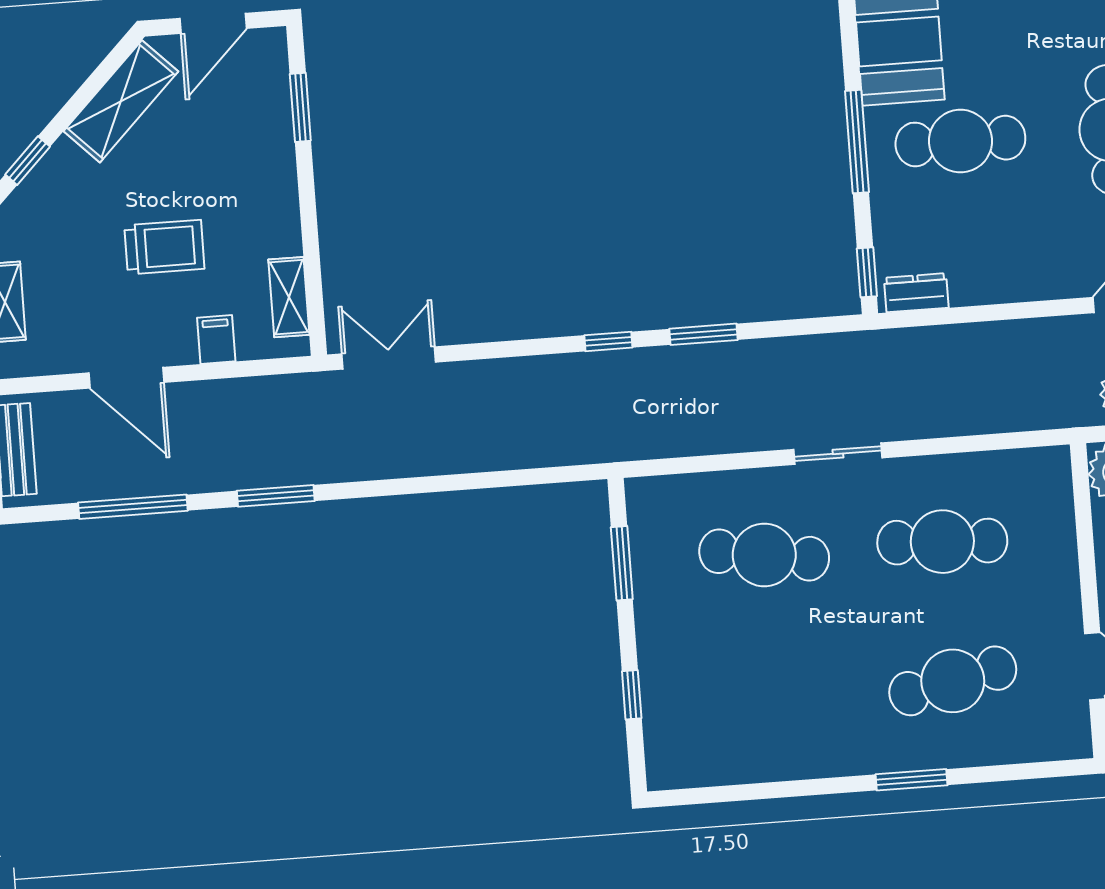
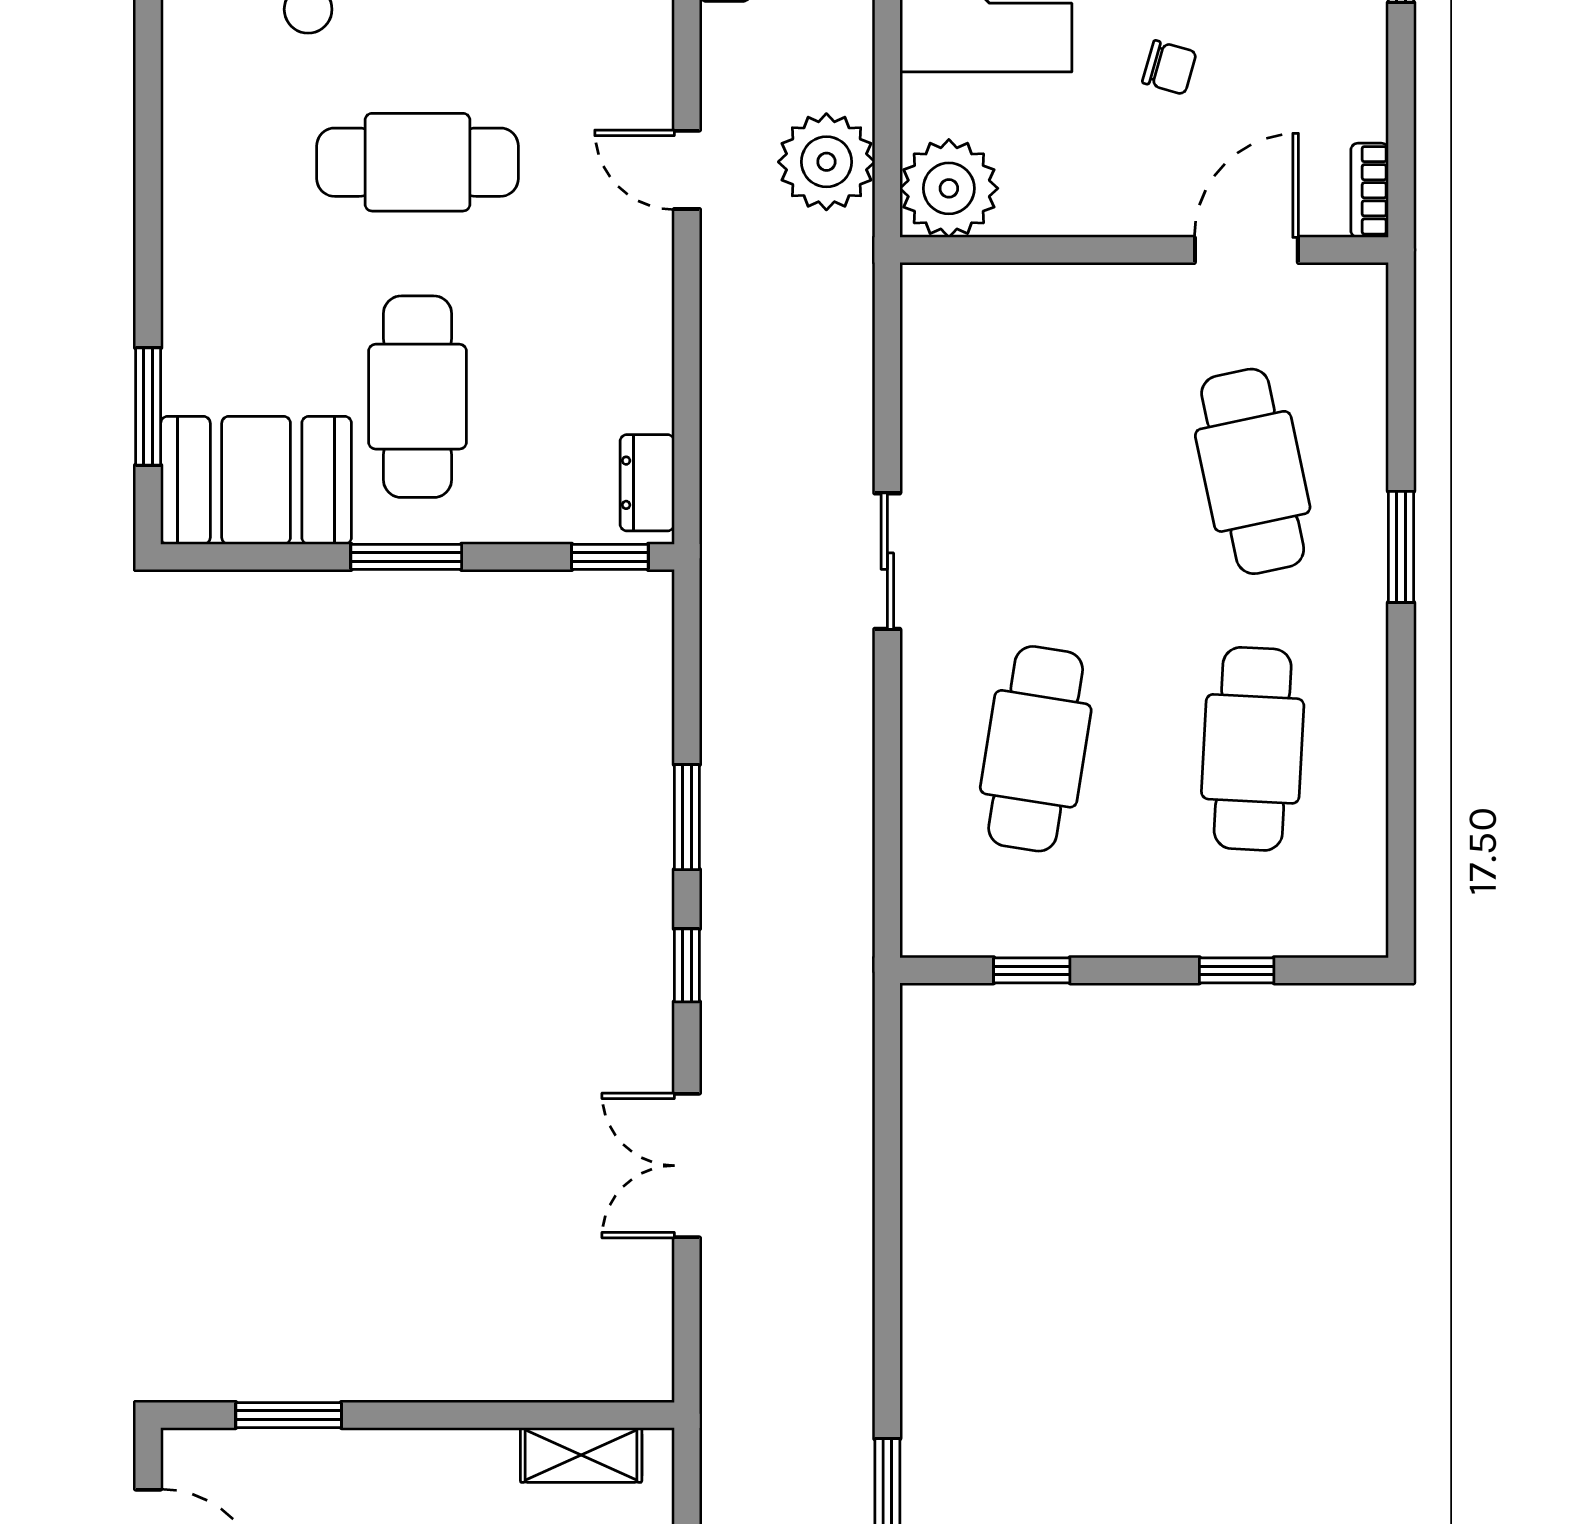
window: (857, 142) -> (406, 557), width x0.69
double door: (389, 358) -> (687, 1166), moved
sliding door: (838, 454) -> (887, 561), moved
cafe table: (942, 542) -> (1253, 749), moved
window: (622, 563) -> (1032, 970), width x0.67

